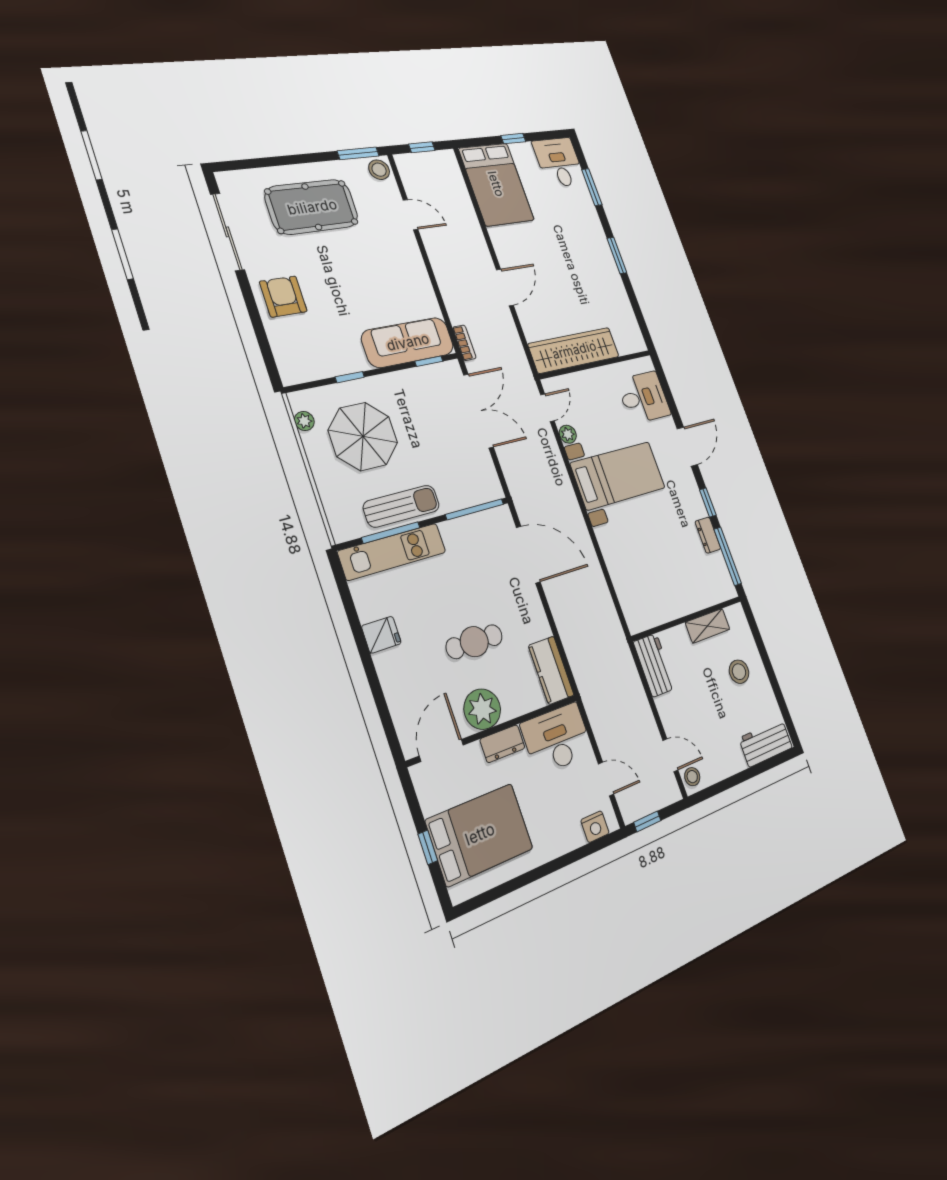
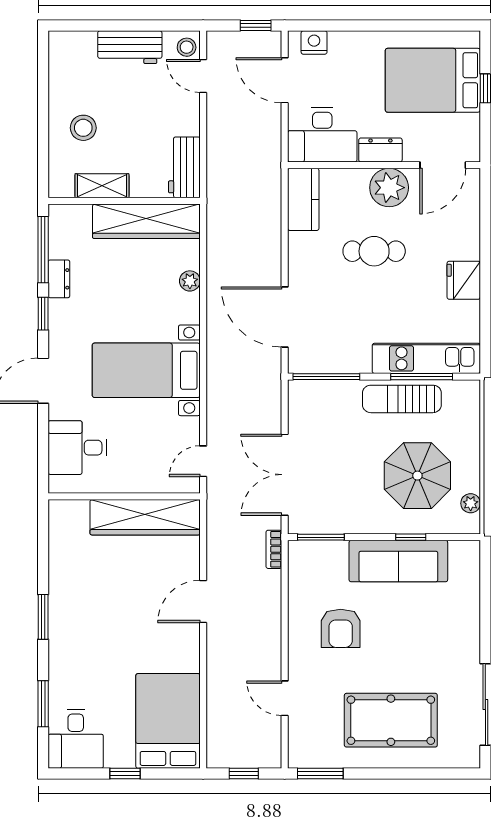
stool: (379, 170) -> (303, 753), removed
armchair: (283, 297) -> (341, 628), moved
sofa: (408, 342) -> (398, 561), moved
window: (429, 361) -> (321, 537), width x1.50
plant: (568, 434) -> (190, 281), moved
wardrobe: (665, 606) -> (146, 221), added
fridge: (381, 635) -> (464, 280), width x1.38
workbench: (766, 743) -> (130, 47), moved
door: (606, 779) -> (285, 80), width x1.38

